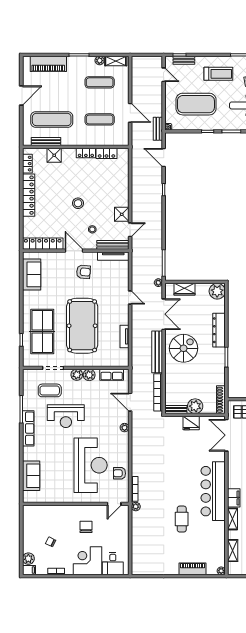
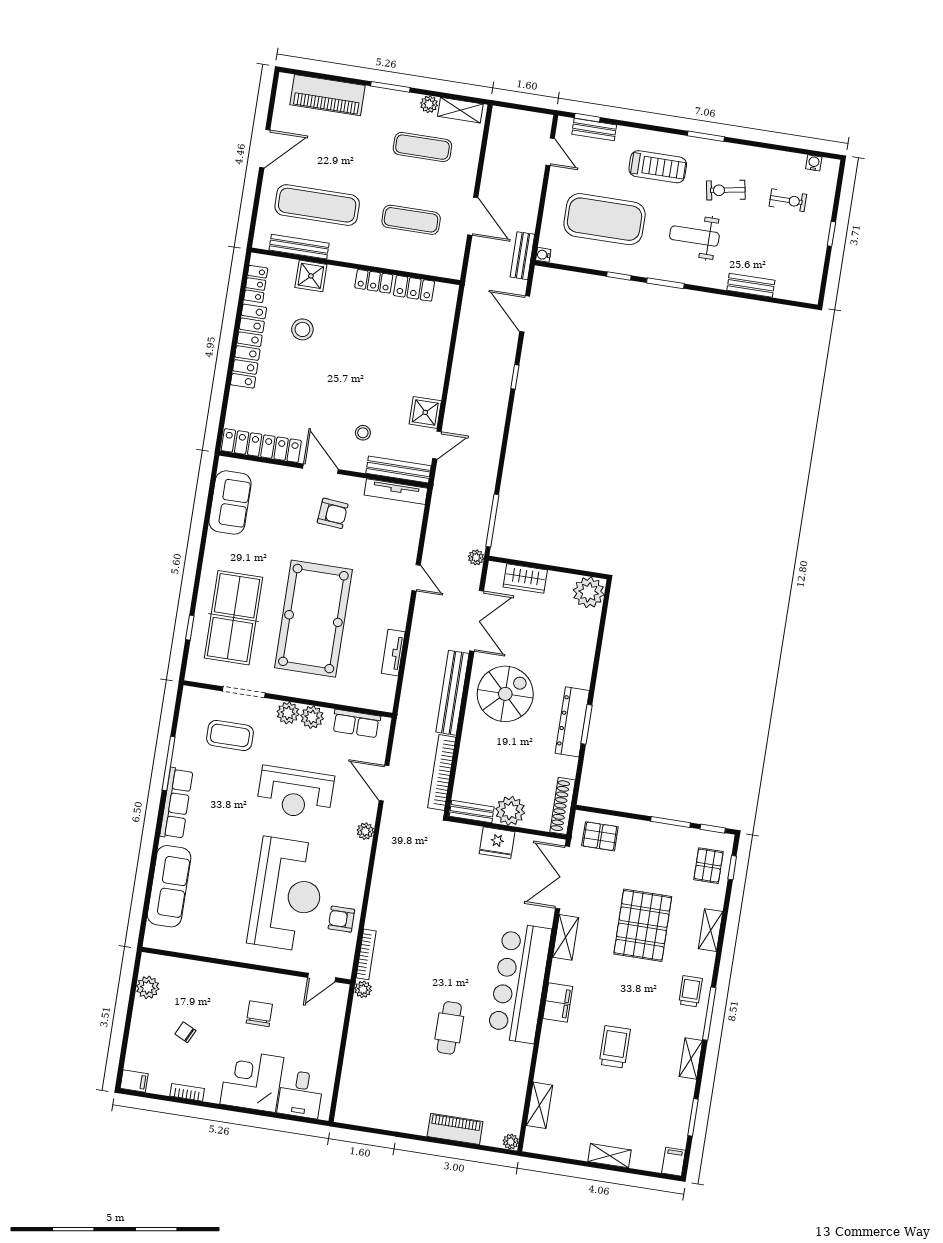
stool: (78, 203) -> (302, 329), moved
dresser: (219, 330) -> (572, 722), moved
reception desk: (66, 416) -> (295, 793), moved
sofa: (31, 476) -> (169, 886), width x1.36
shelving: (233, 519) -> (566, 937), moved
plant: (28, 559) -> (148, 987), moved

